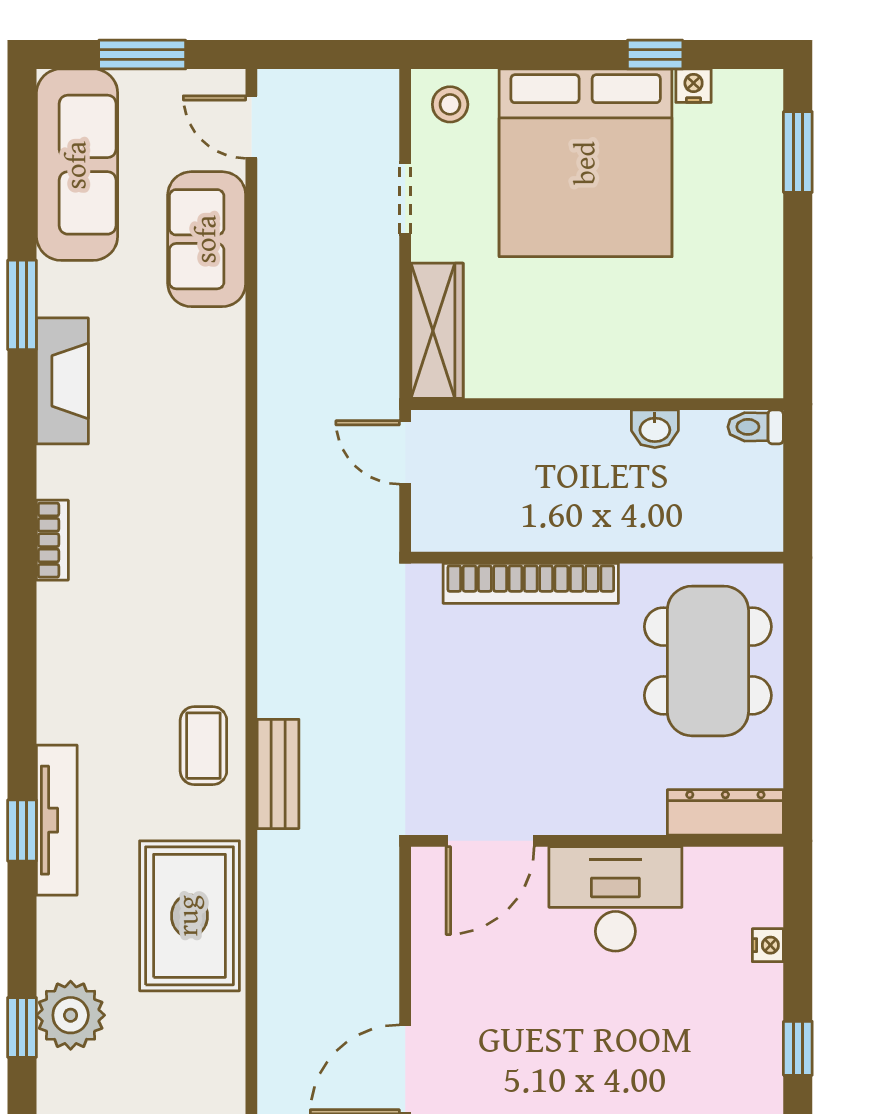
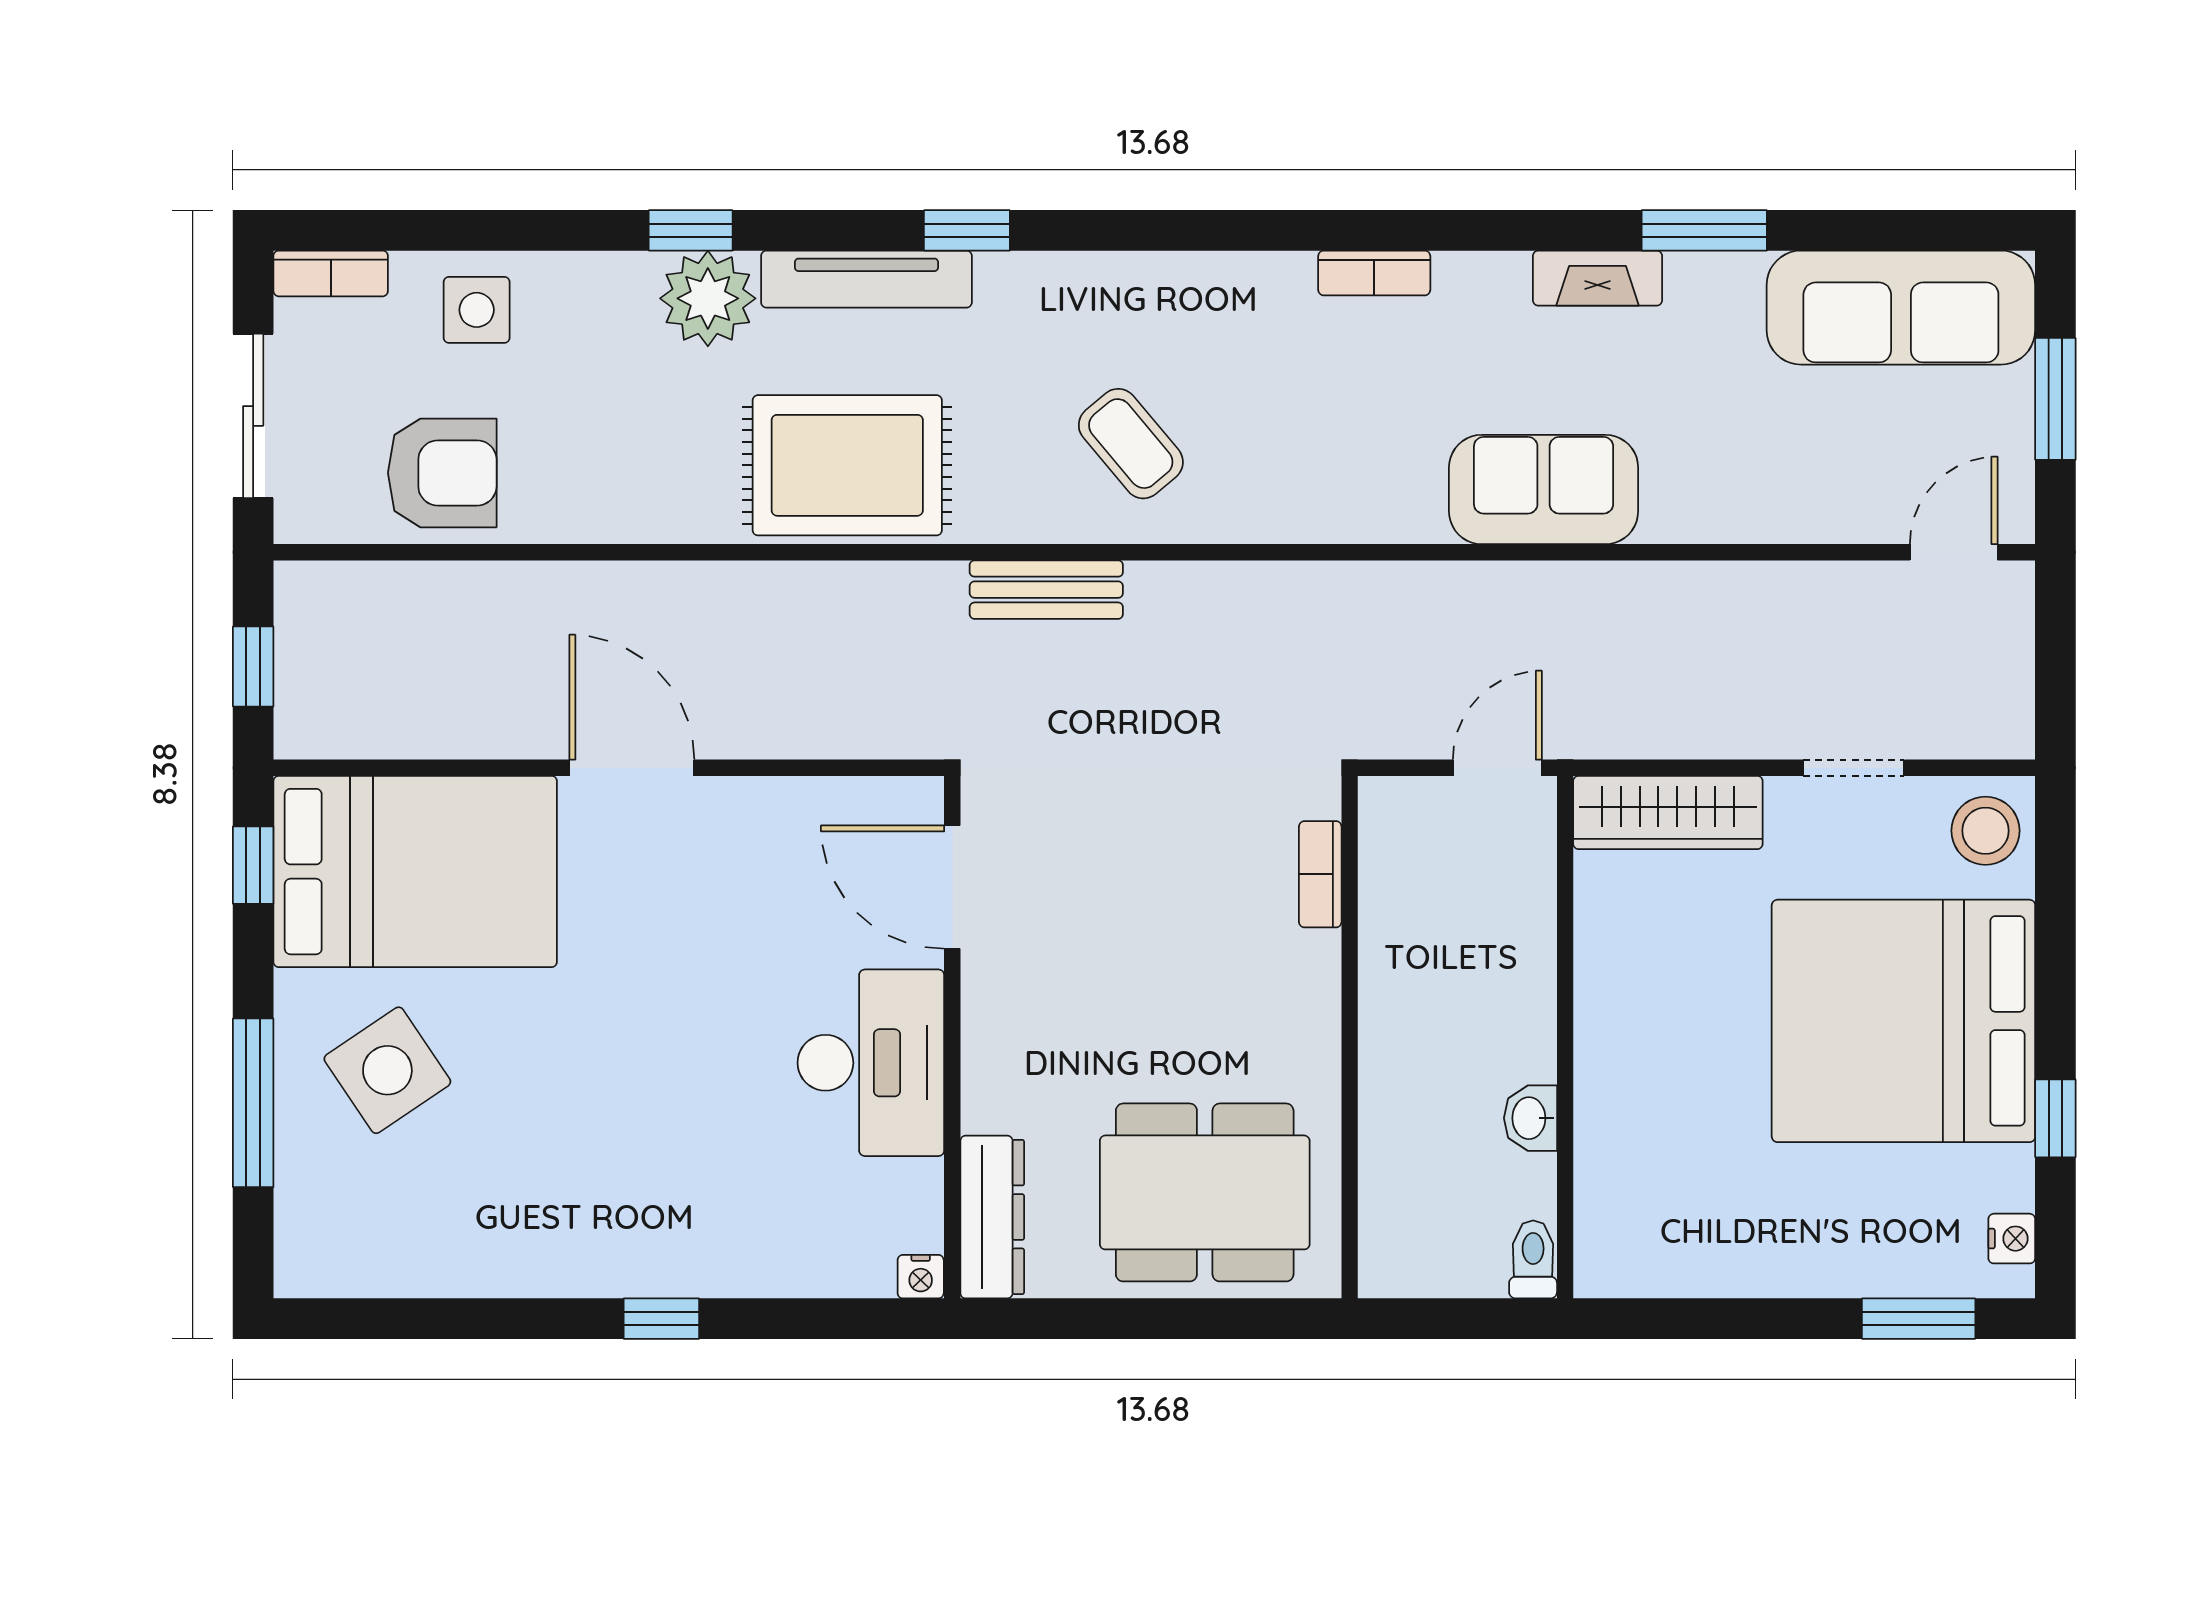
nightstand: (694, 86) -> (2012, 1239), moved
stool: (450, 104) -> (1985, 831), width x1.37, depth x1.37
sofa: (207, 239) -> (1544, 489), moved
fireplace: (62, 381) -> (1597, 278), width x0.73, depth x0.76
bookcase: (531, 583) -> (1320, 874), width x0.43, depth x0.76
coffee table: (203, 746) -> (1131, 444), moved, turned 50
tv unit: (57, 820) -> (866, 279), moved
nightstand: (768, 945) -> (921, 1277), moved

